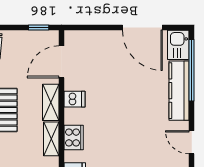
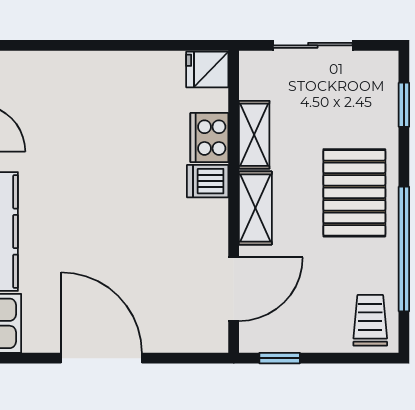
door: (142, 28) -> (102, 358), moved
dishwasher: (75, 99) -> (208, 181), moved

